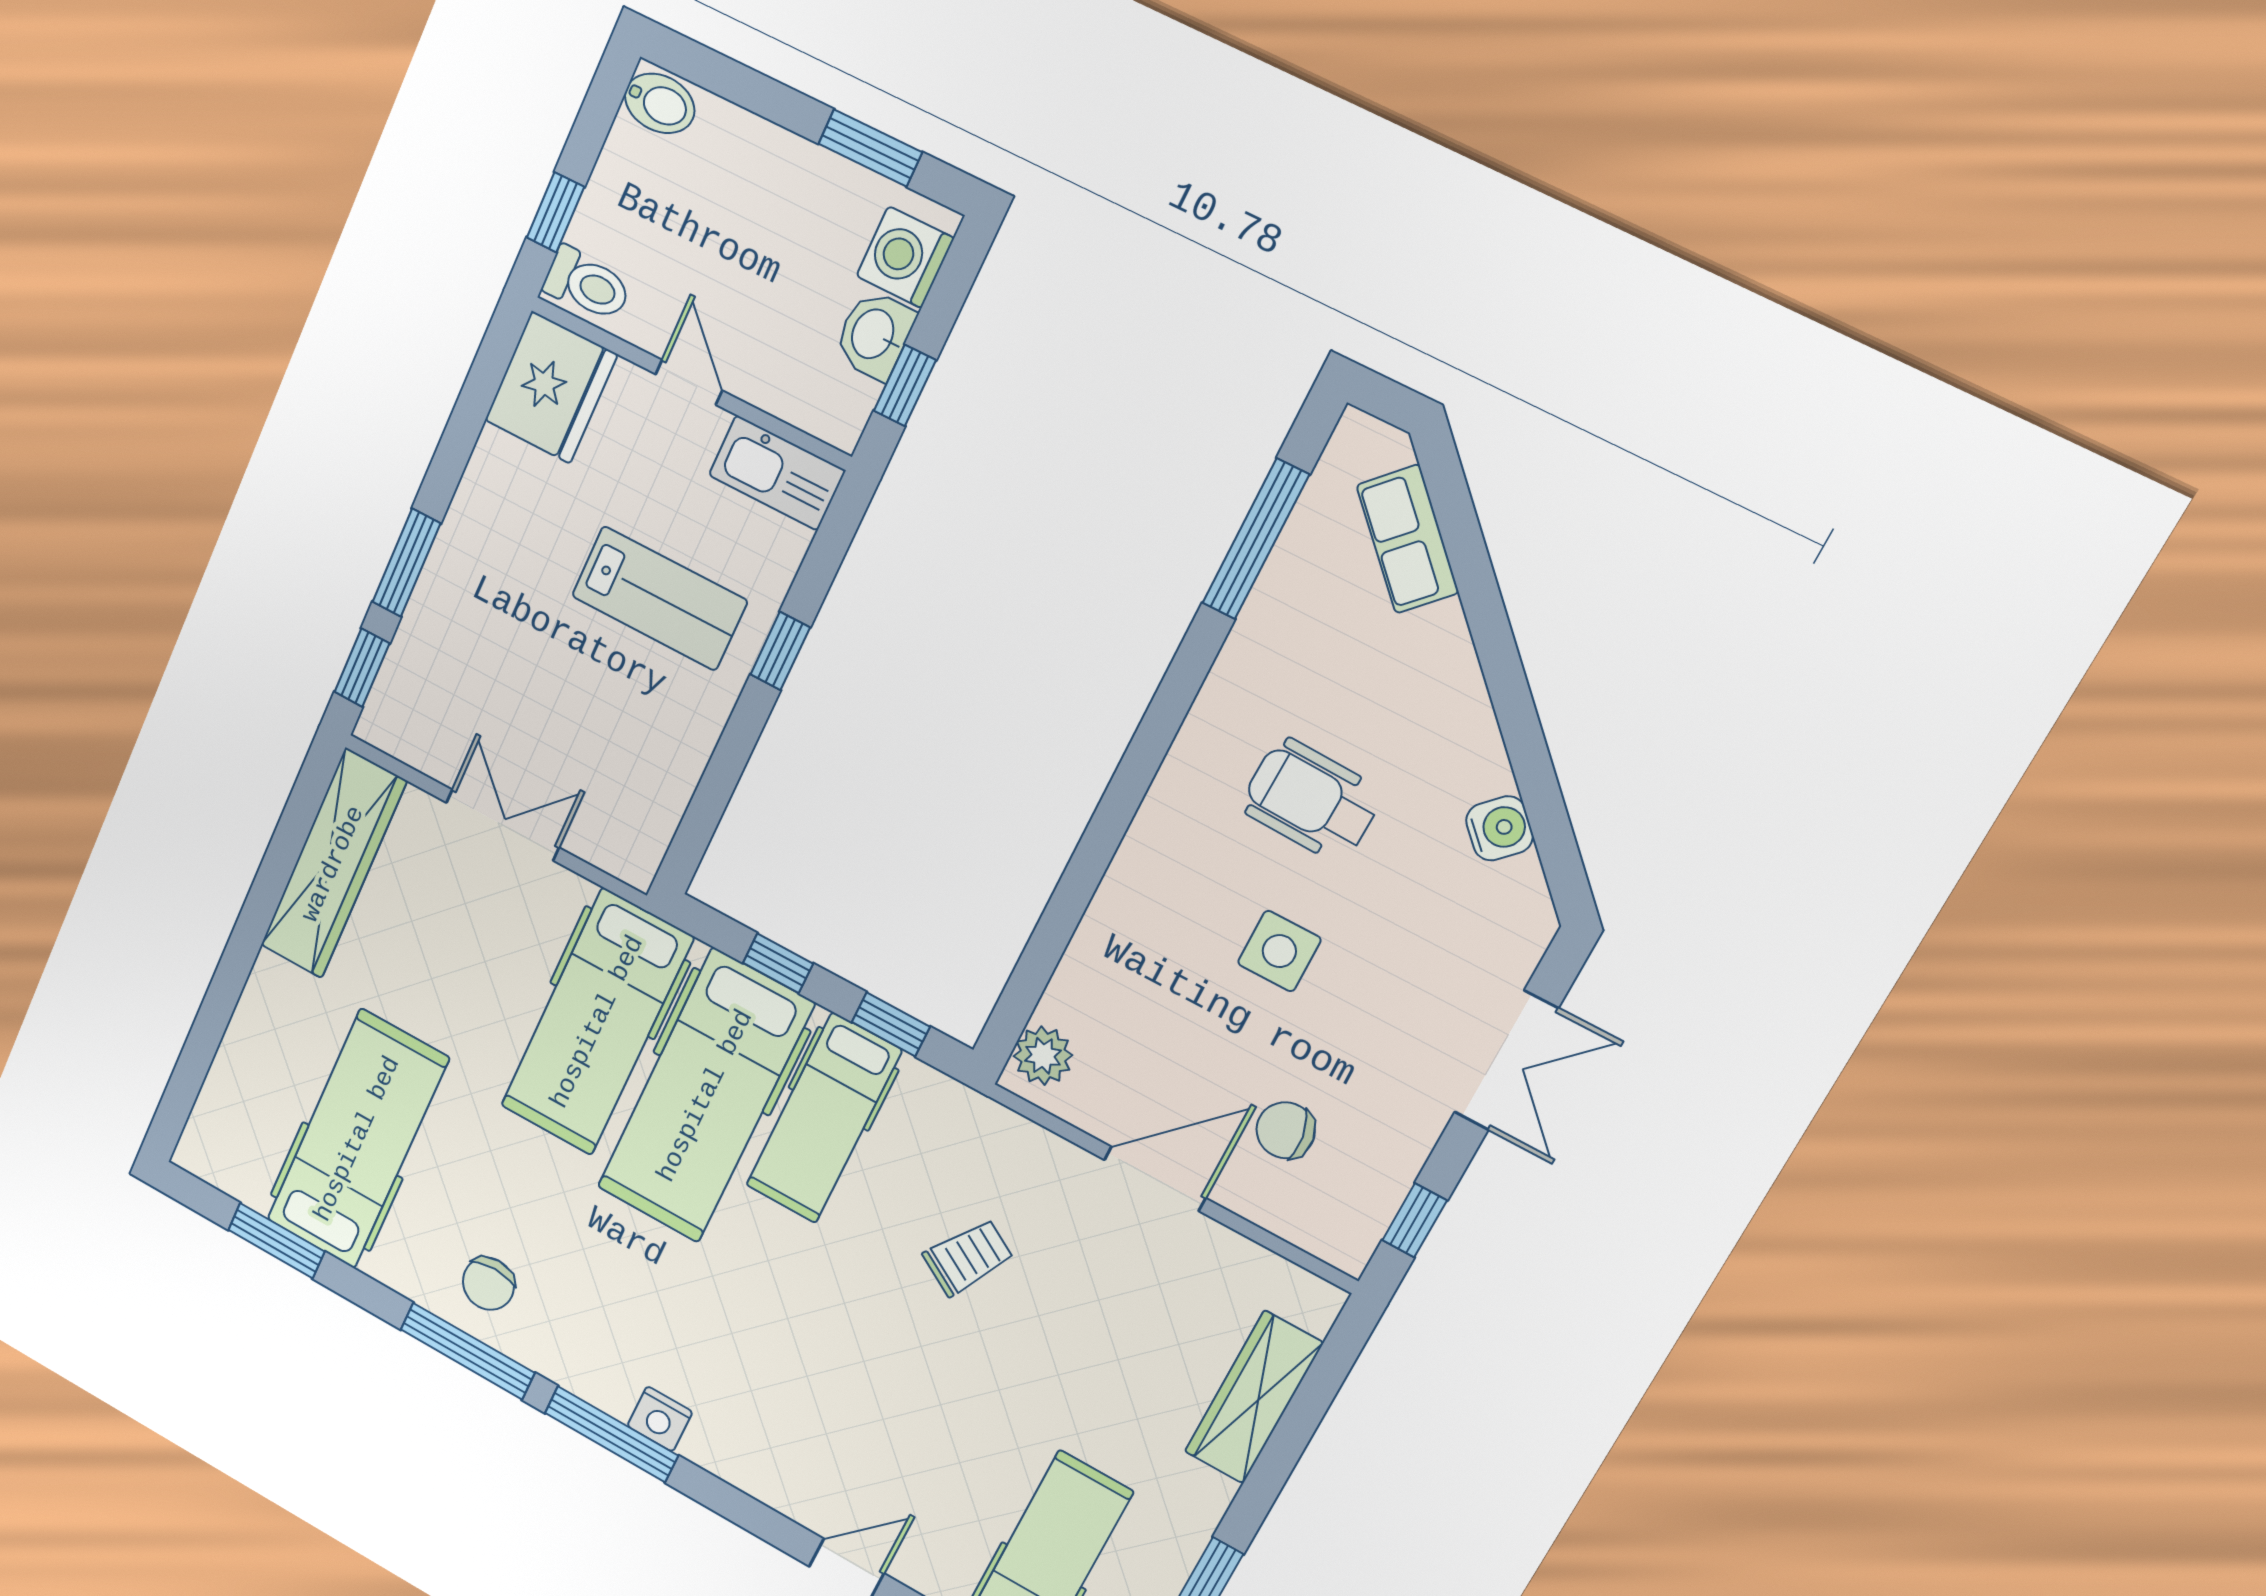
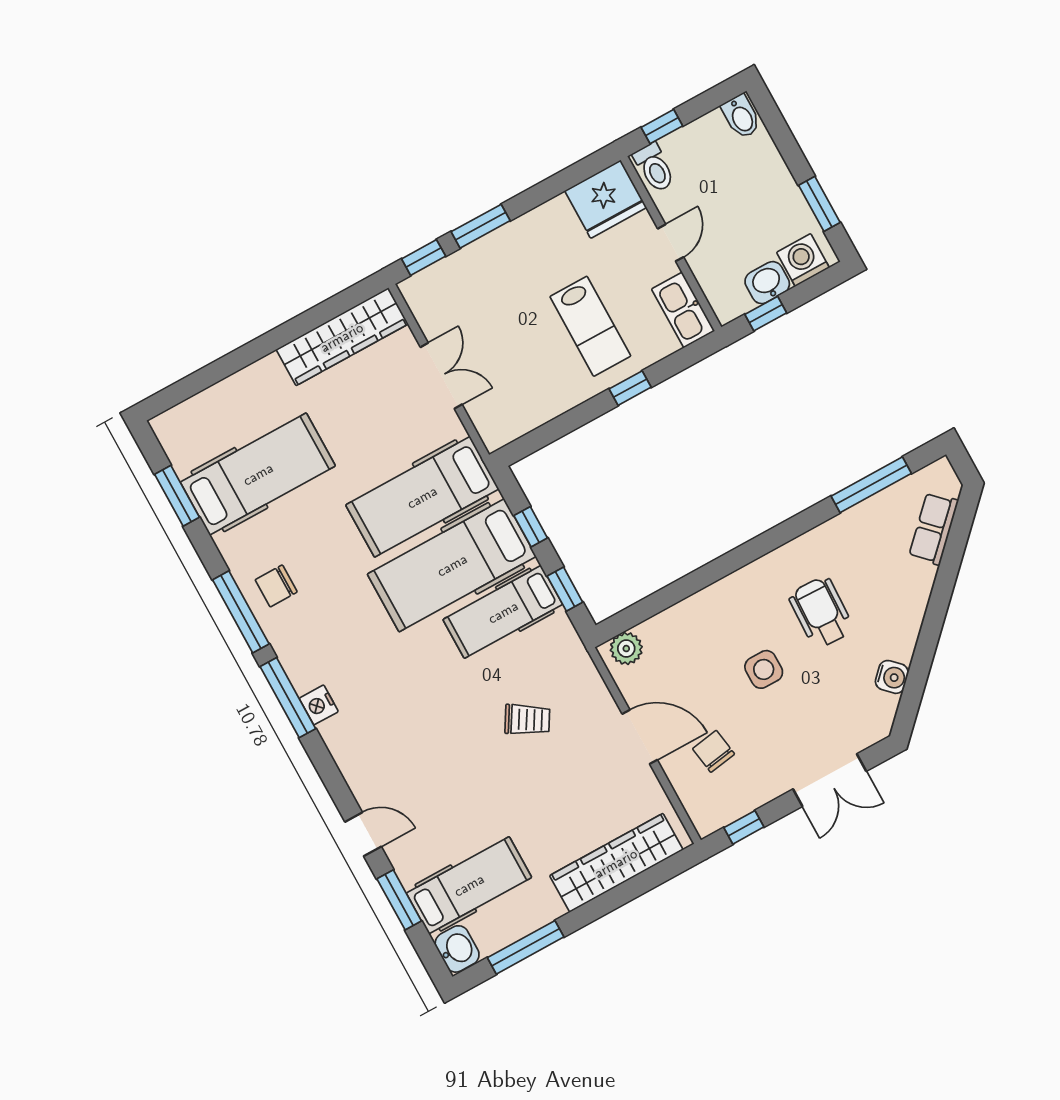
wardrobe: (1254, 1397) -> (616, 863), width x1.40, depth x1.17

